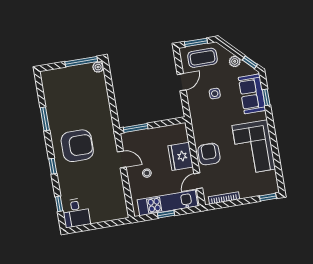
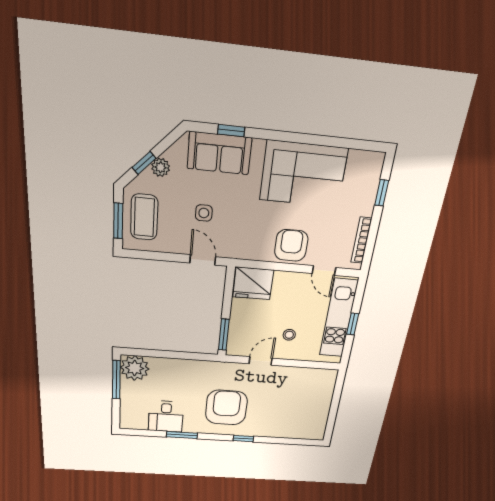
window: (250, 62) -> (144, 163), moved
plant: (98, 67) -> (135, 368), width x1.87, depth x1.87
door: (182, 82) -> (203, 260), moved
armchair: (209, 154) -> (291, 245), turned 90
fridge: (181, 156) -> (253, 283), moved
window: (268, 197) -> (382, 193), moved
window: (59, 204) -> (292, 441), removed
desk: (76, 213) -> (166, 416), moved, turned 90

